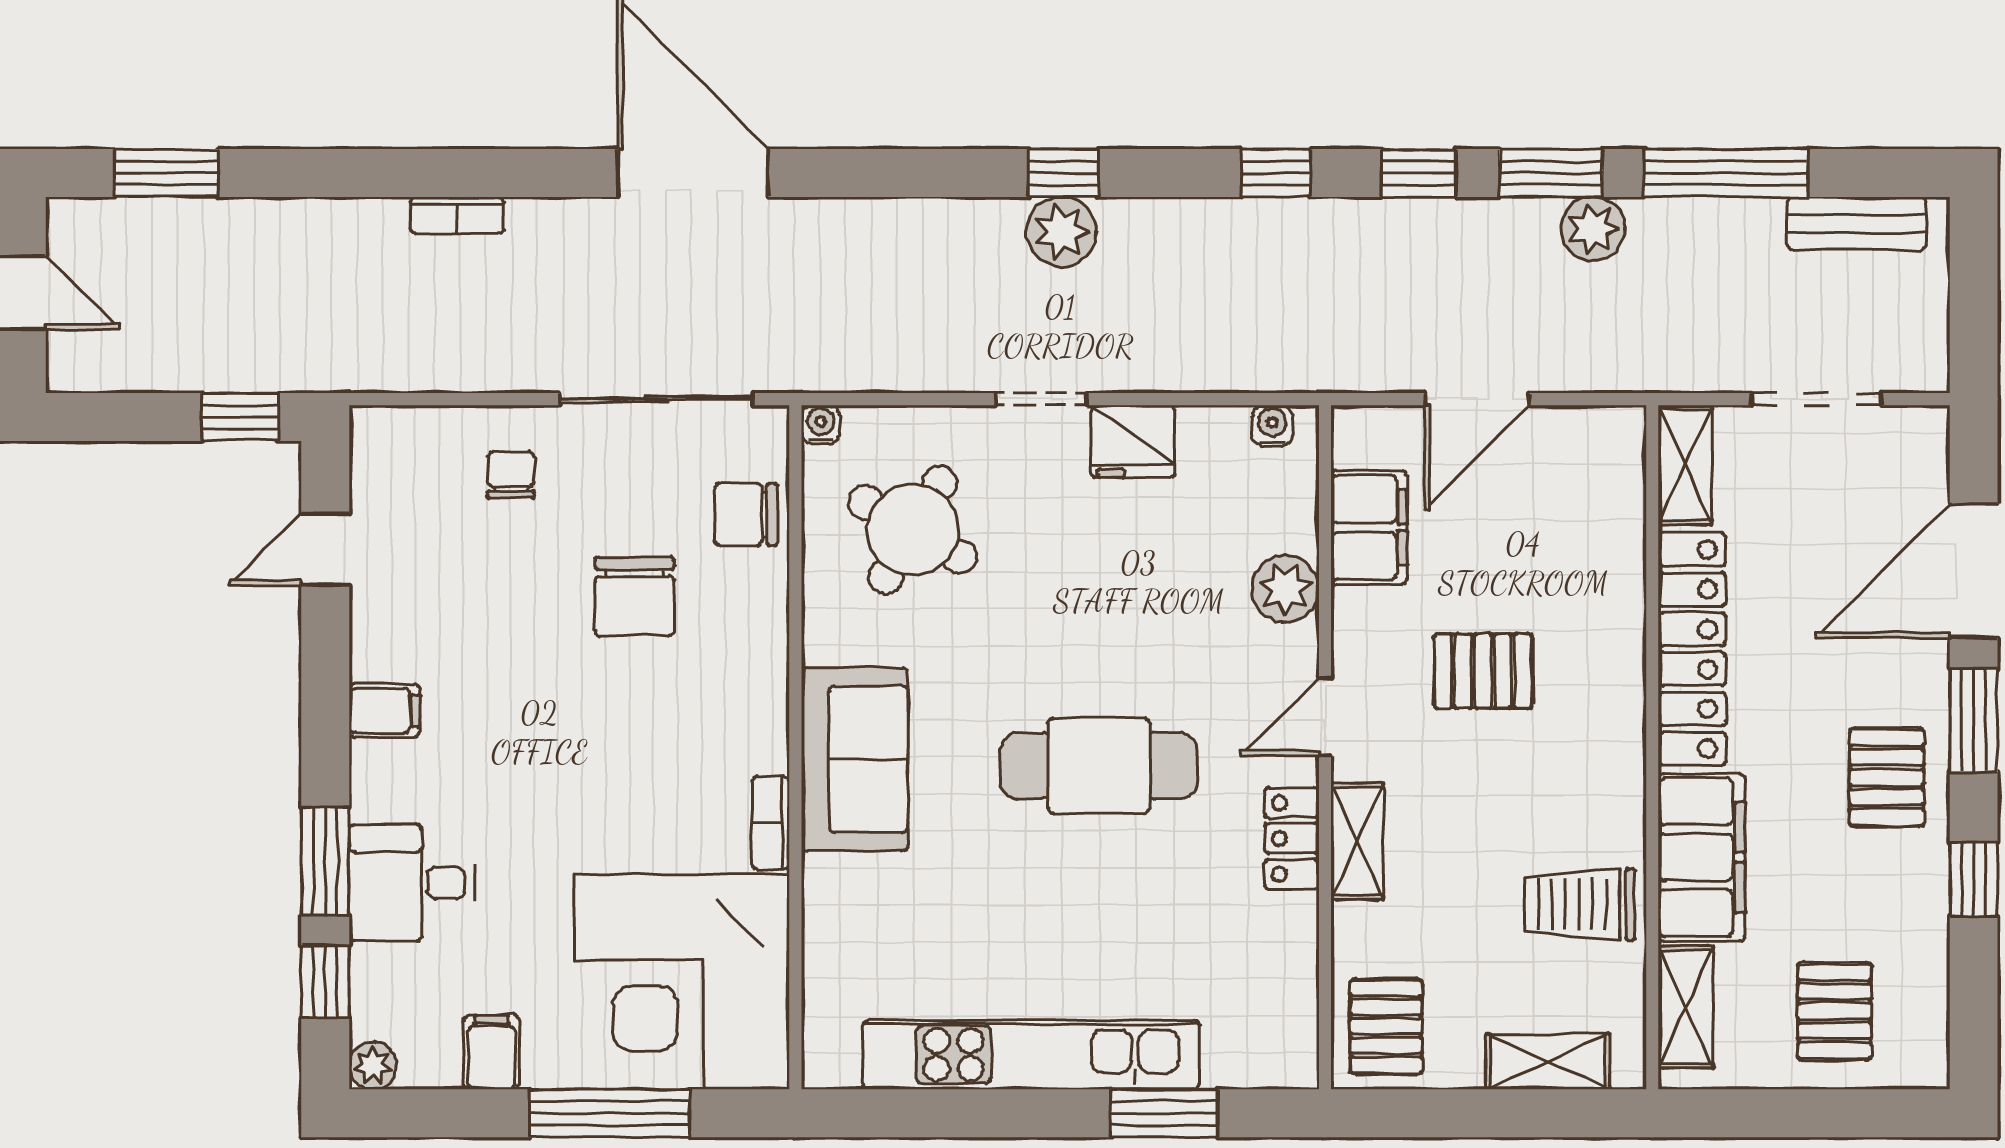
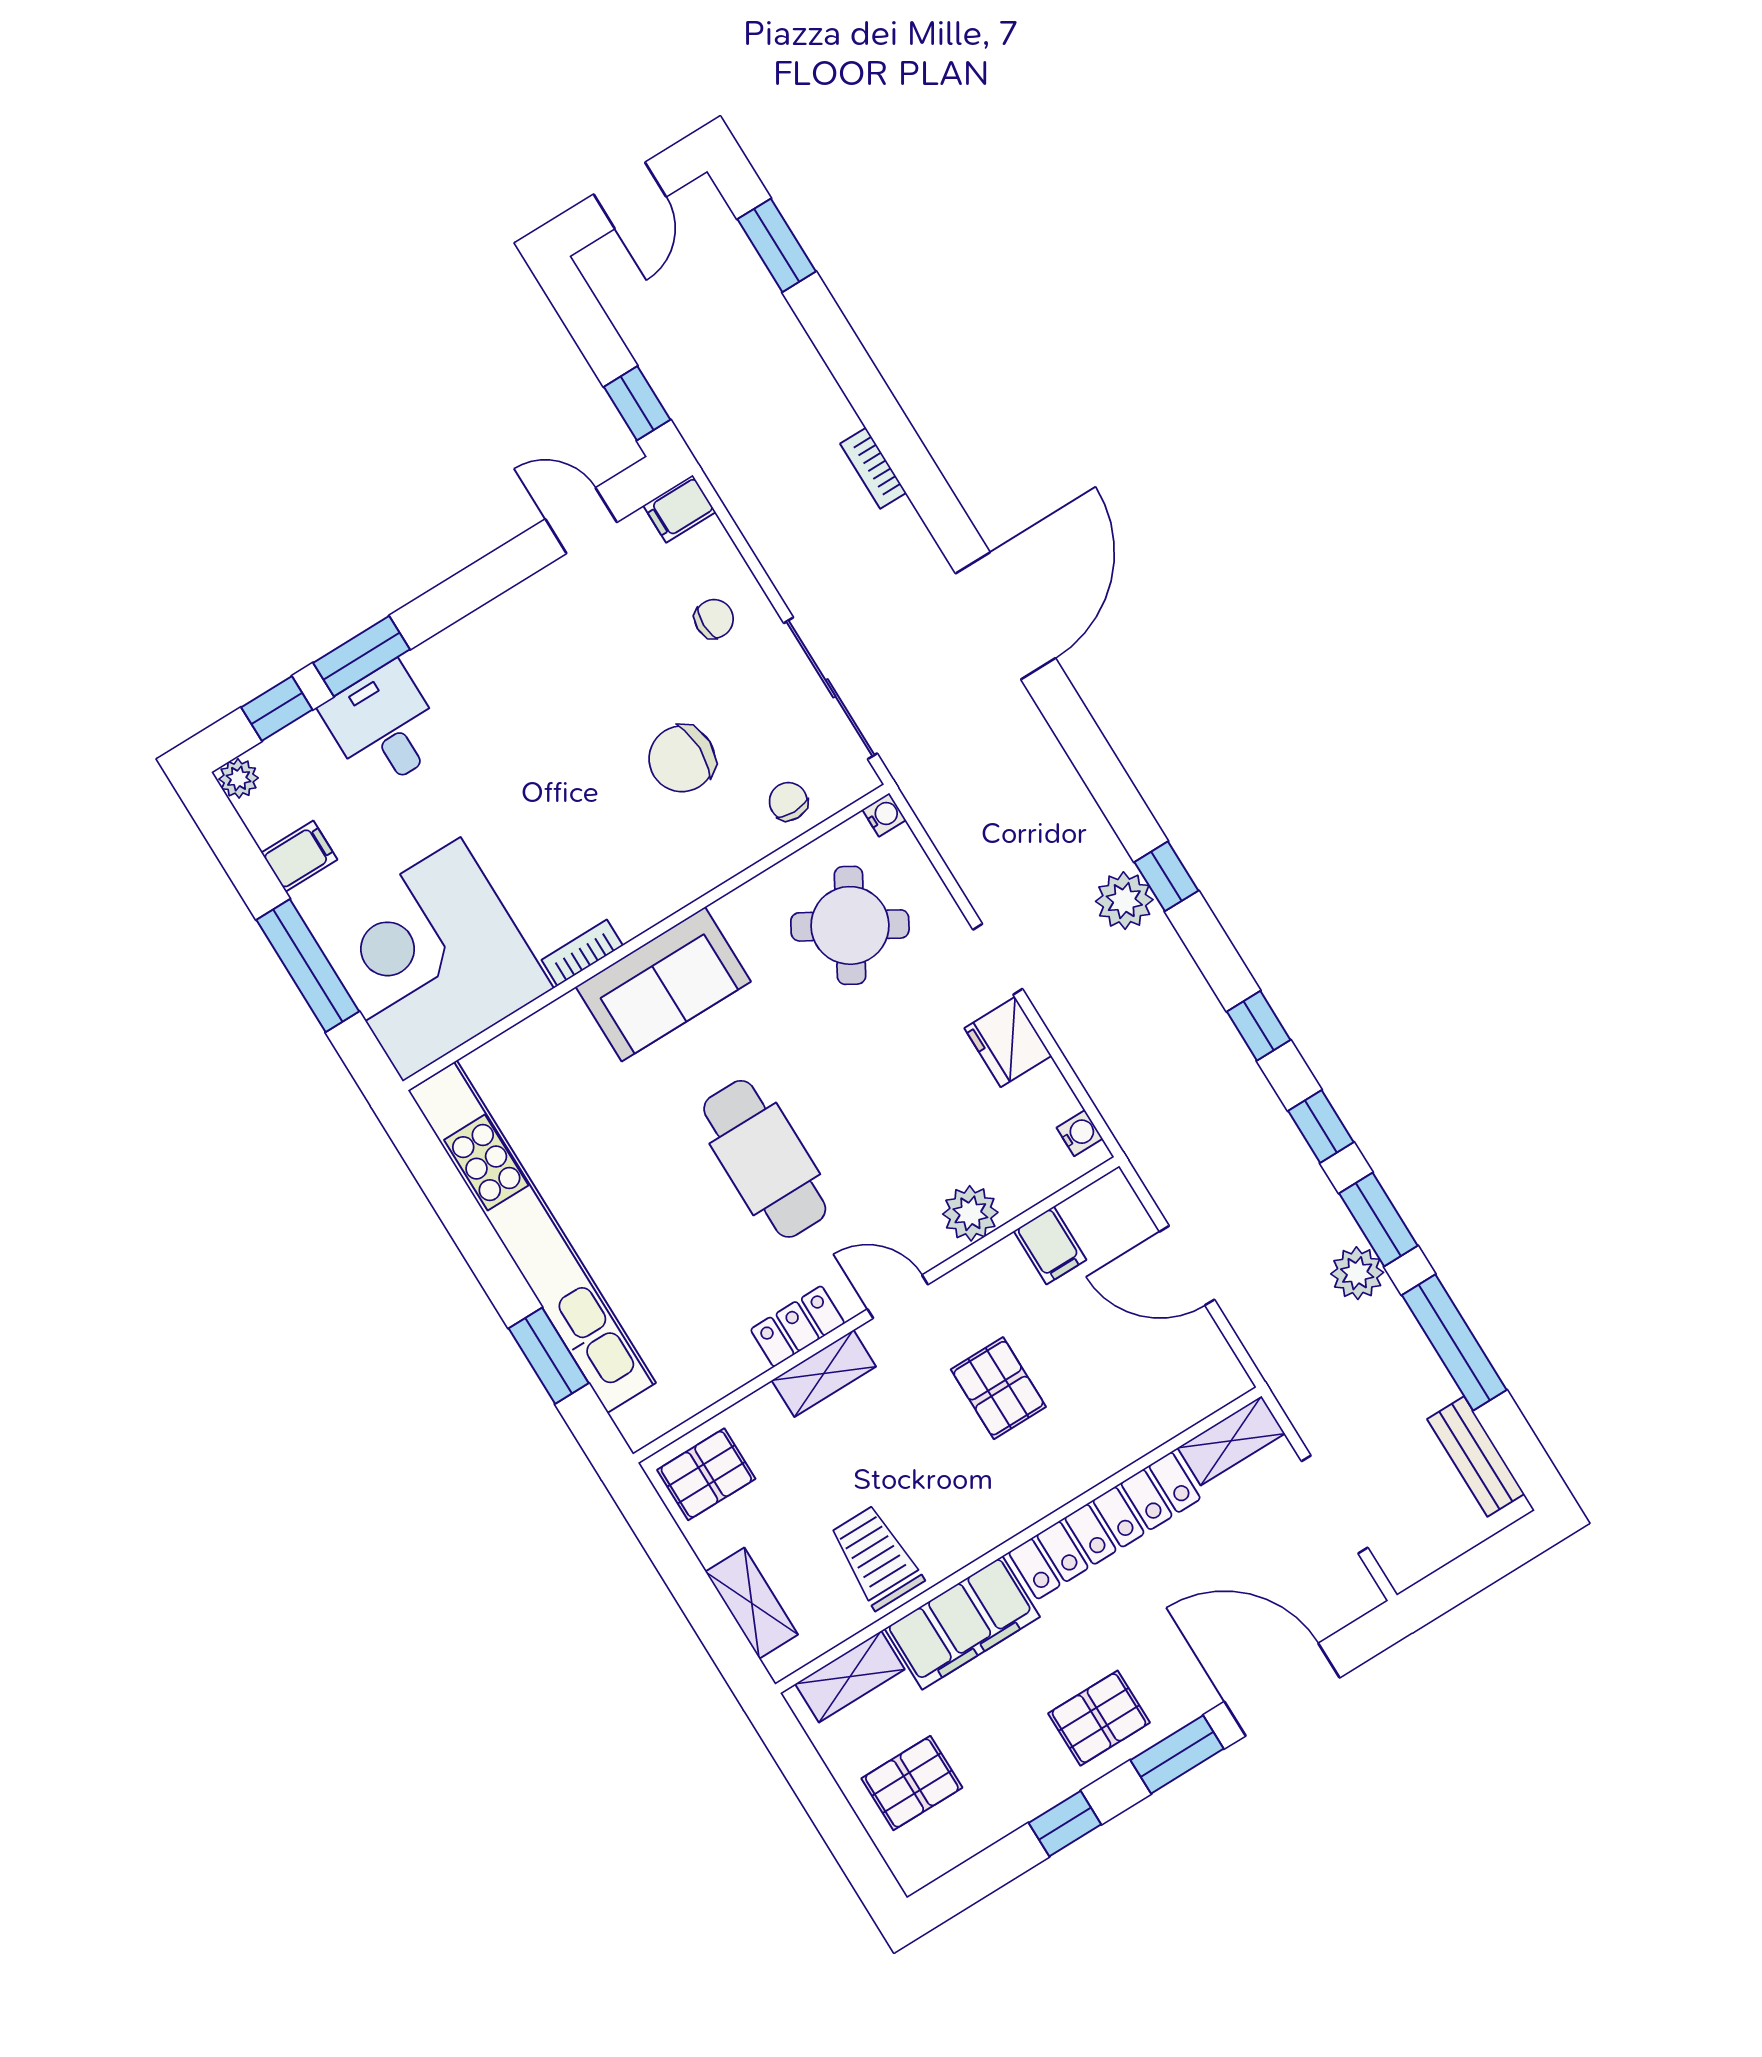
chair: (746, 514) -> (788, 801), width x0.73, depth x0.73
filing cabinet: (1369, 527) -> (1050, 1245), width x0.50
filing cabinet: (384, 711) -> (679, 509), moved, turned 90
kitchen unit: (1031, 1055) -> (532, 1237), width x1.36

